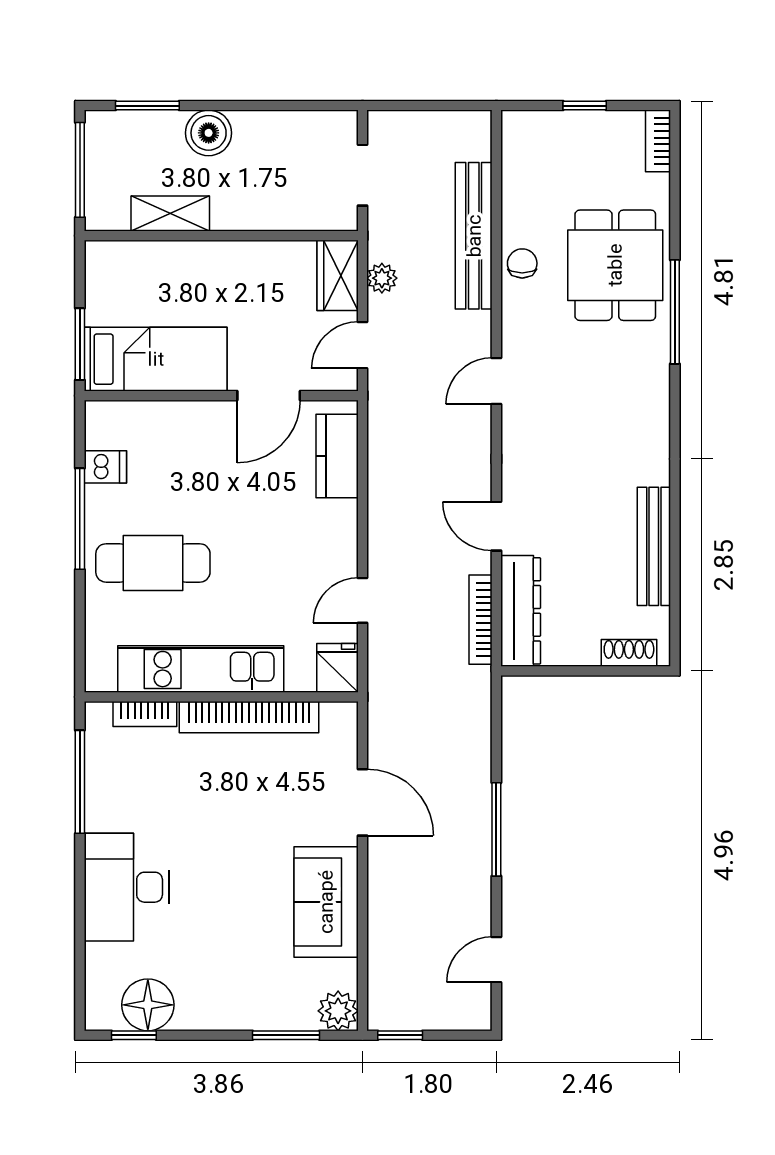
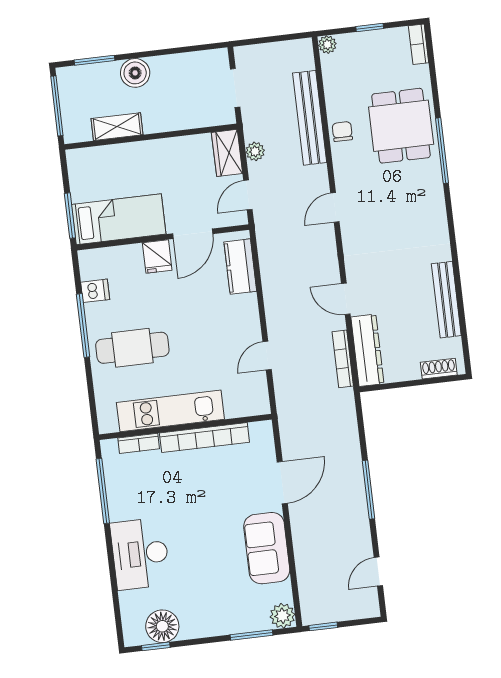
plant: (515, 124) -> (327, 45), added
fridge: (337, 668) -> (157, 256), moved, turned 180
door: (362, 802) -> (282, 483), hinge flipped

